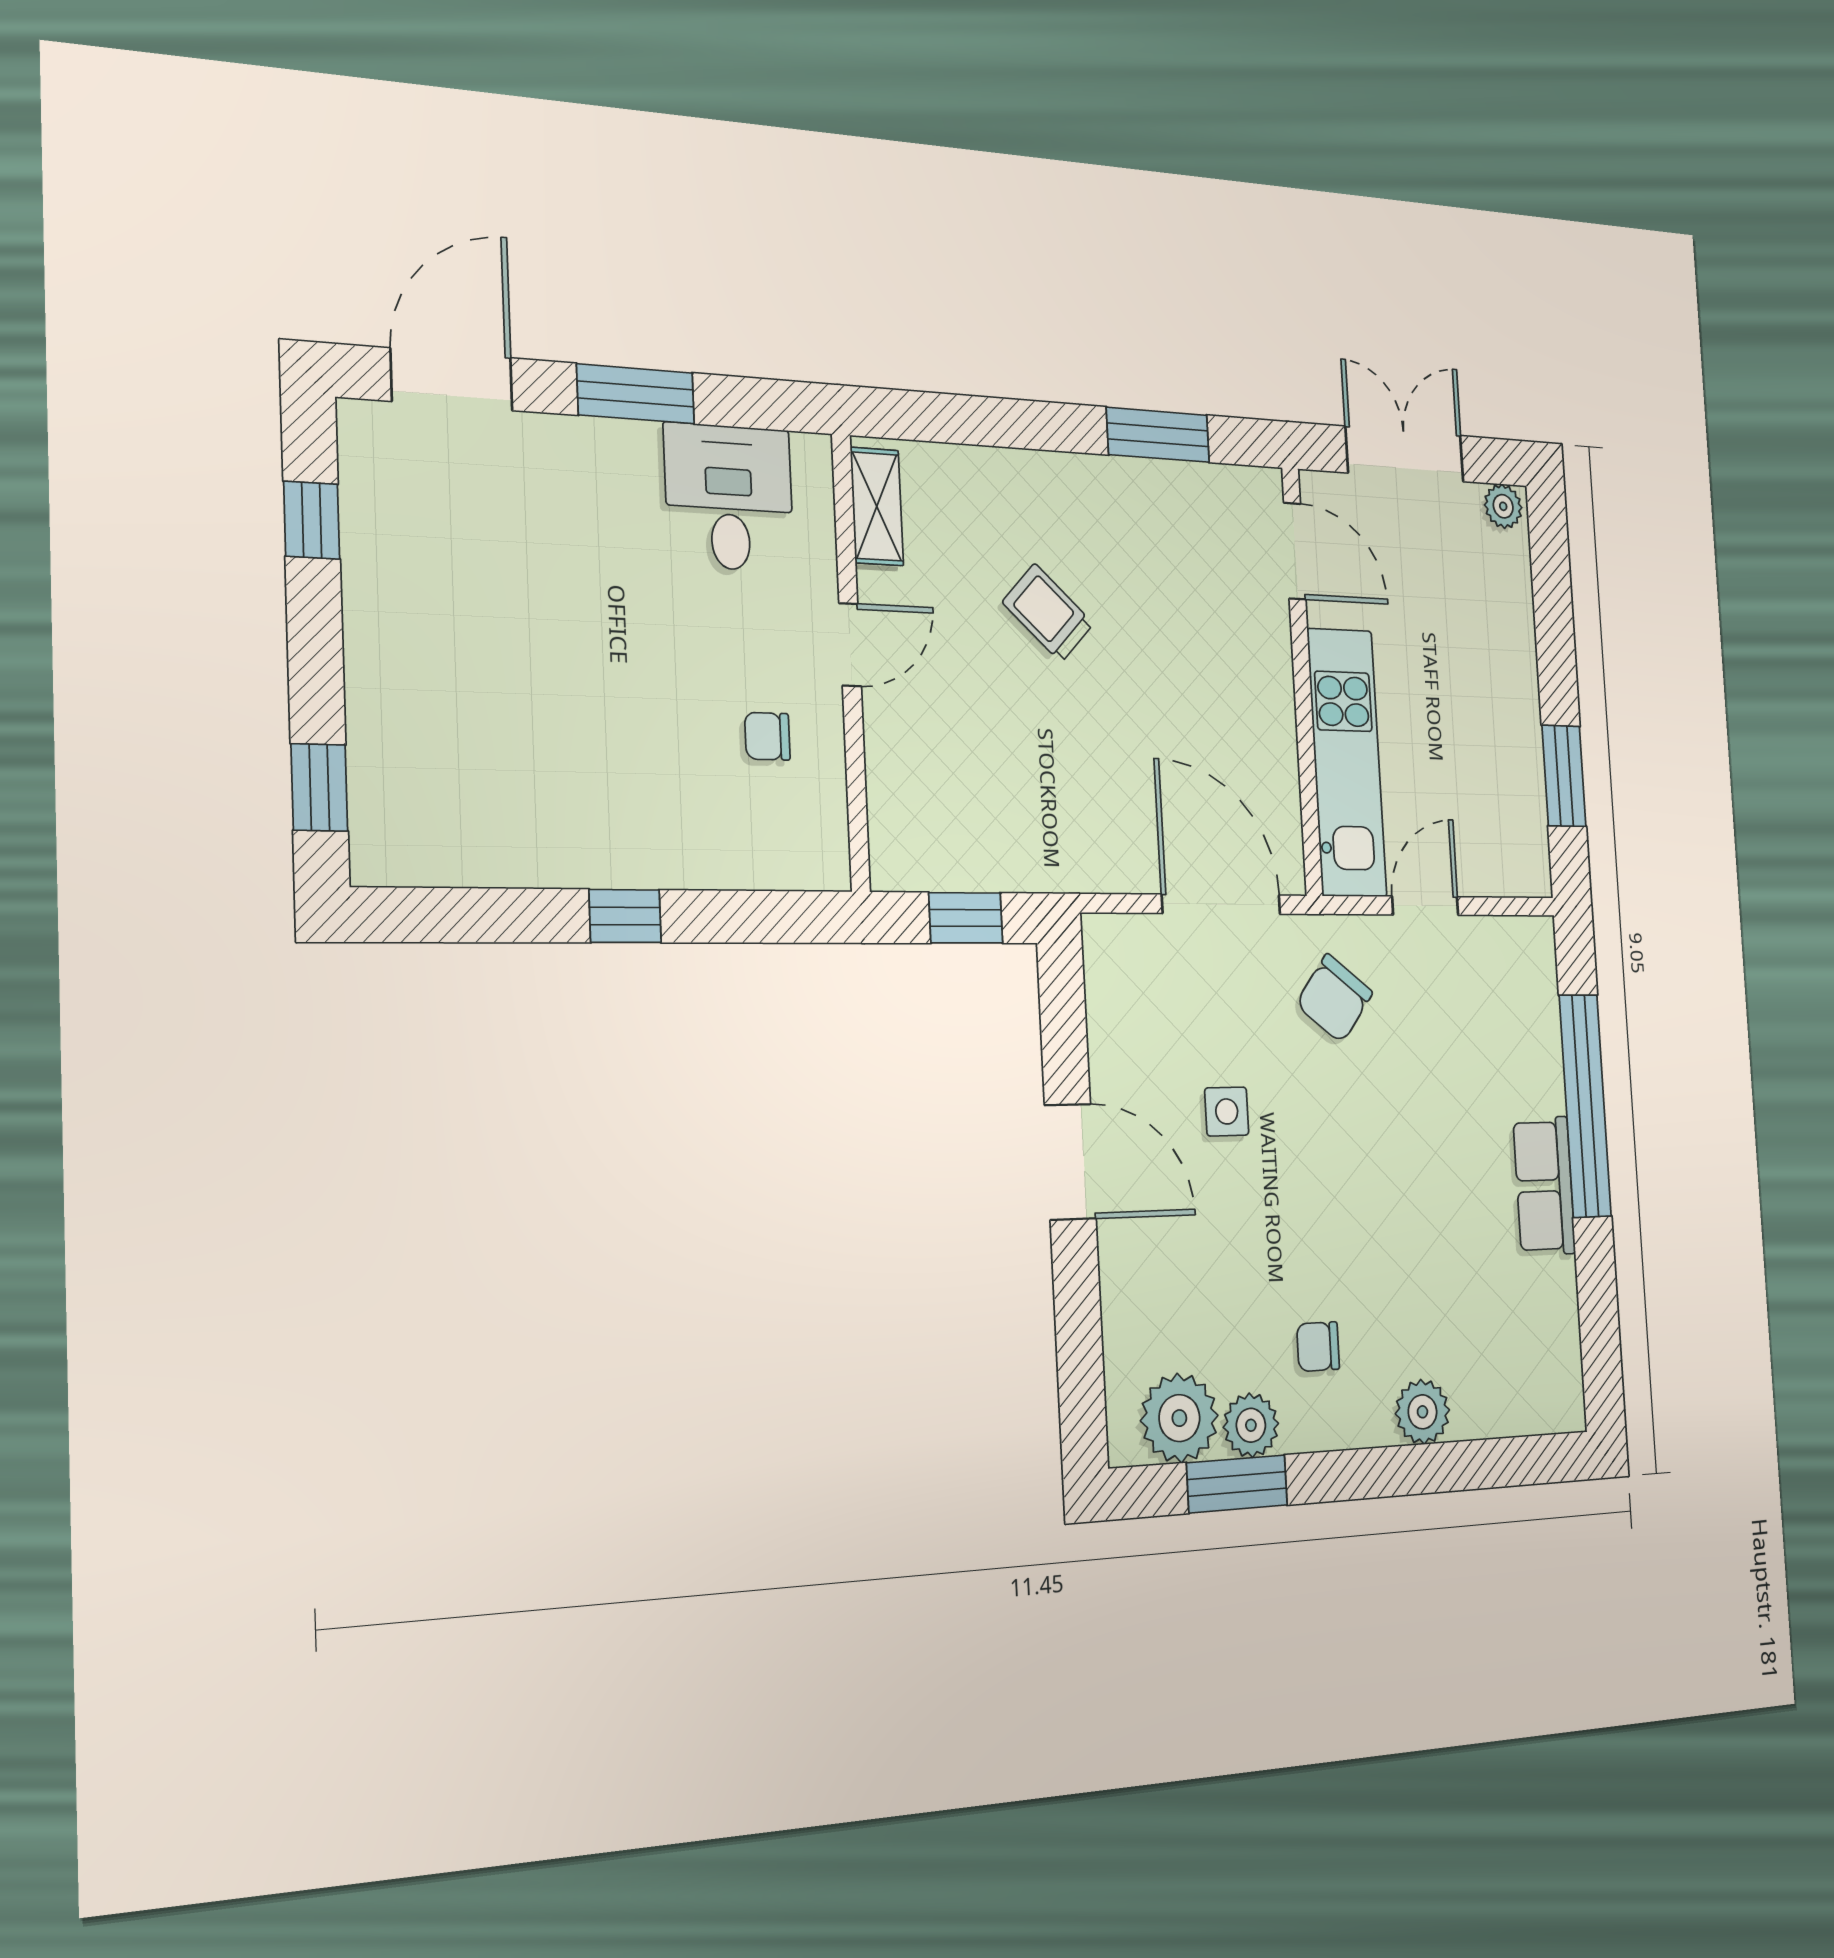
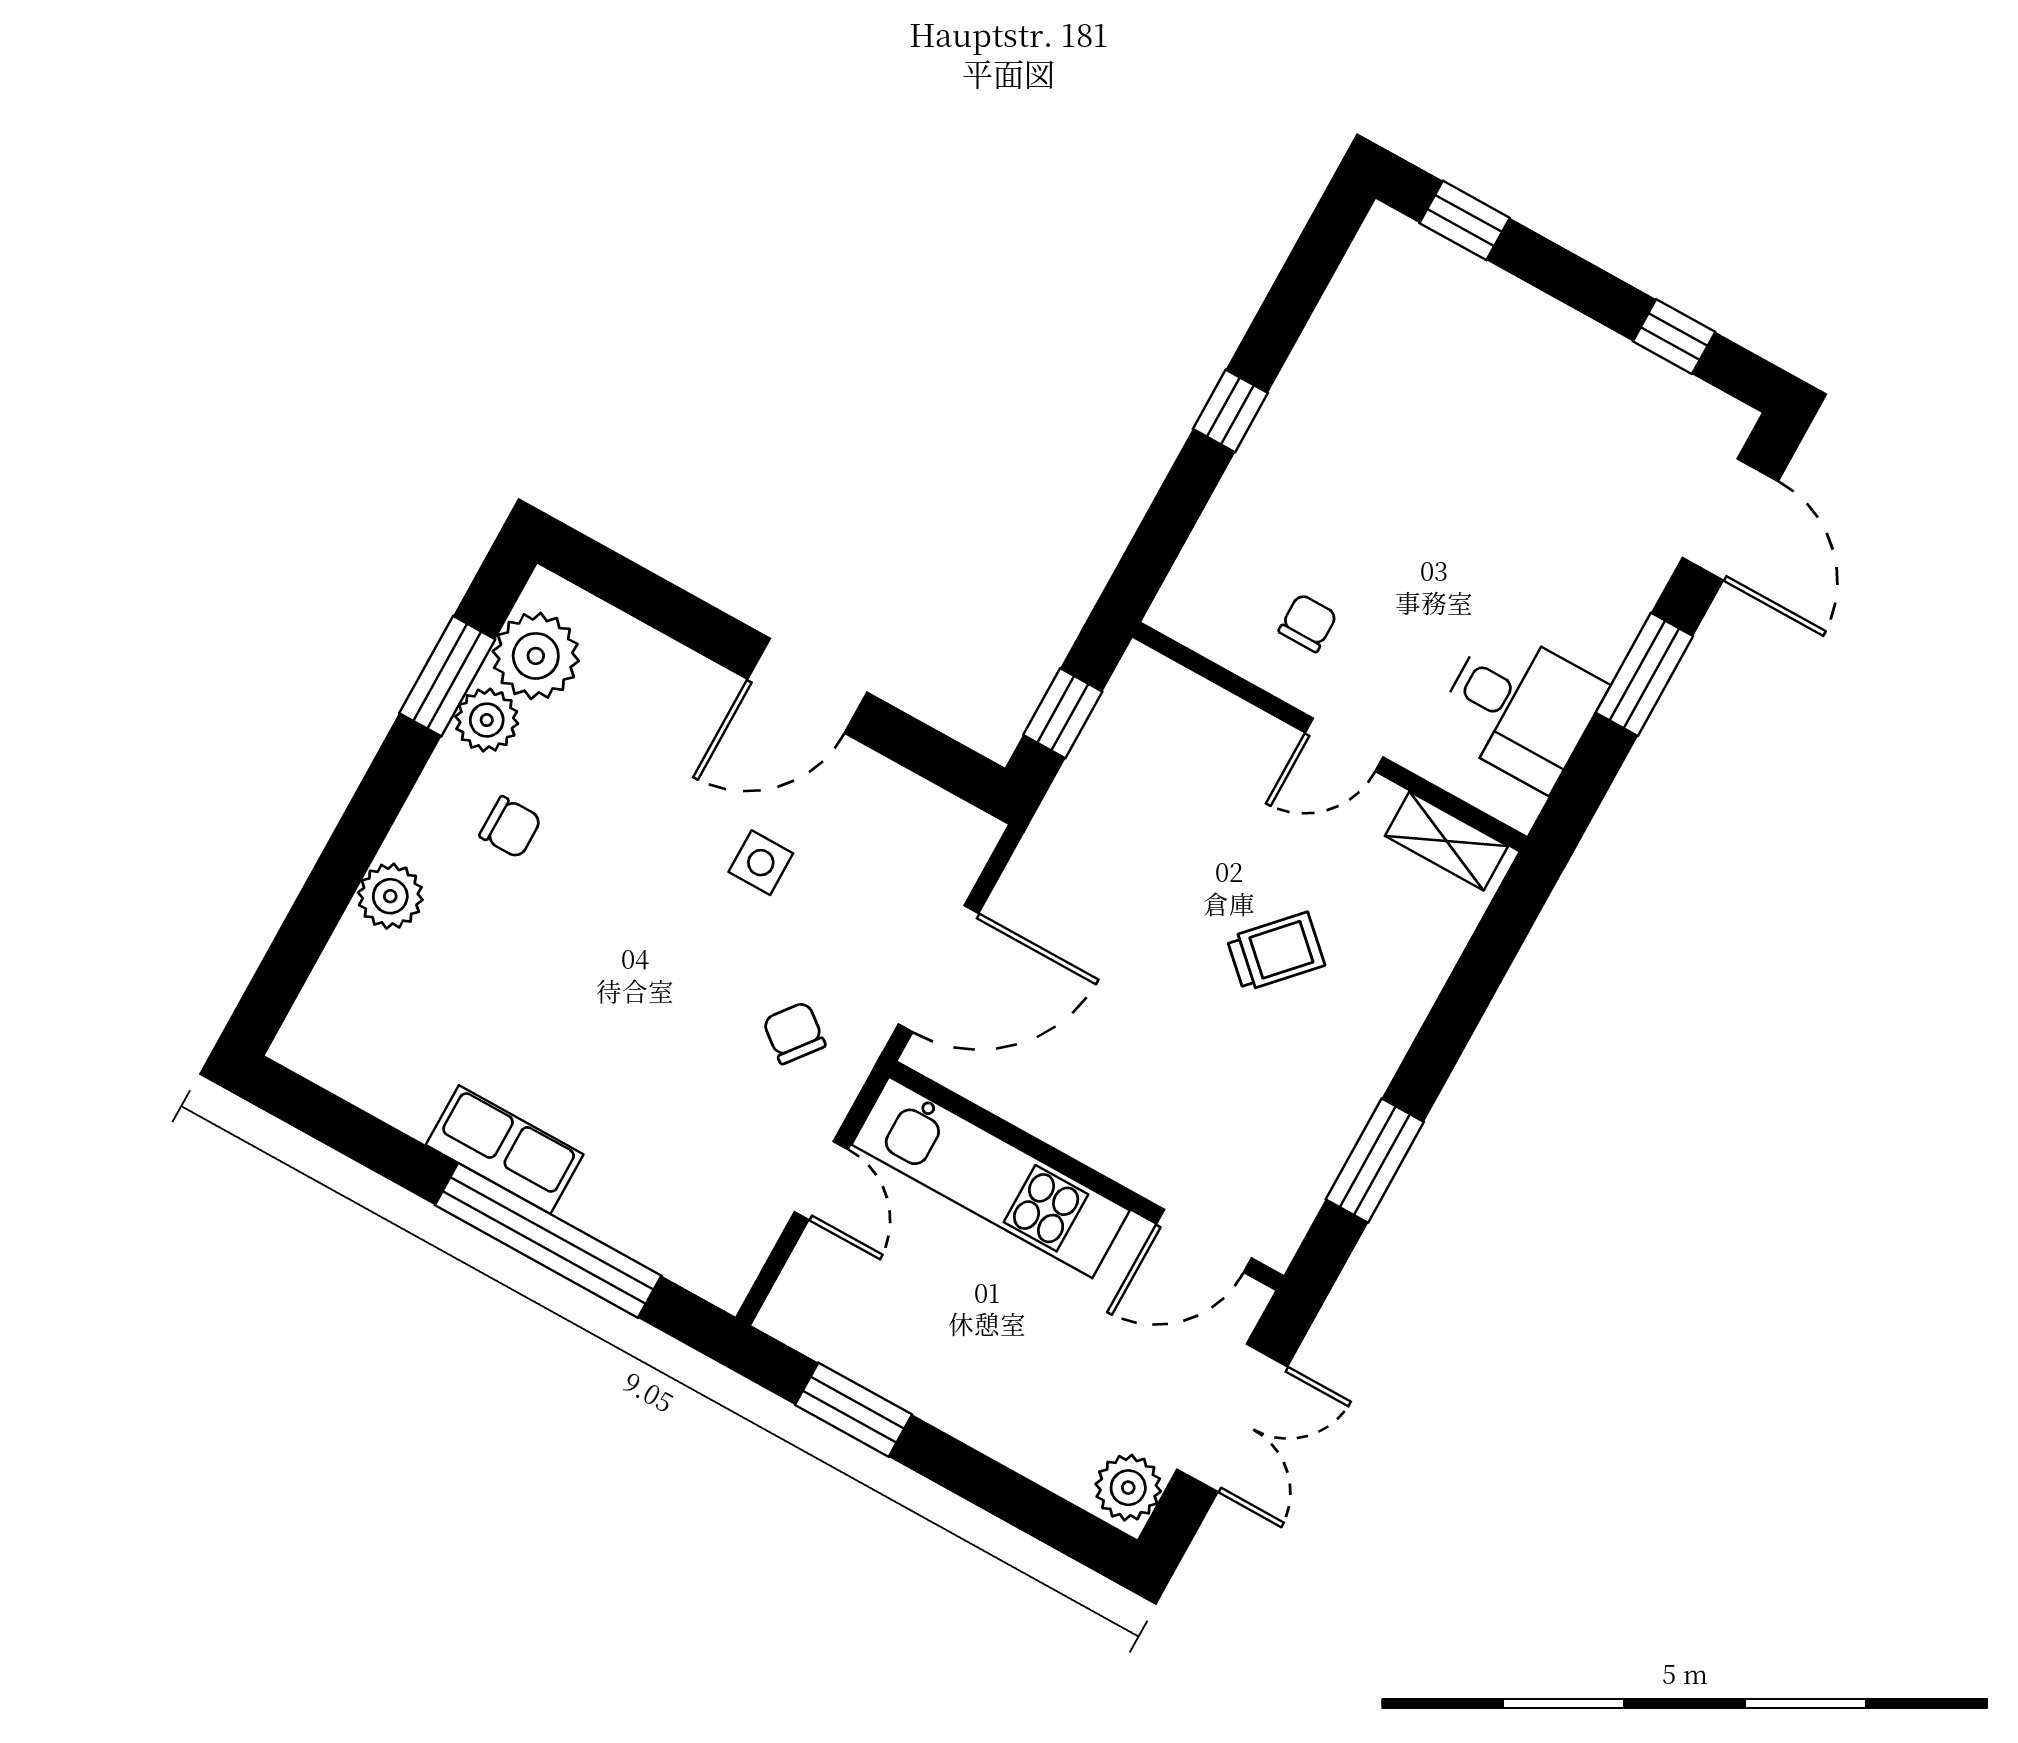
plant: (1503, 506) -> (1128, 1488), width x1.38, depth x1.38
door: (850, 645) -> (1344, 745), hinge flipped
chair: (1334, 998) -> (794, 1033), width x0.73, depth x0.73
chair: (1318, 1347) -> (510, 827), turned 90

